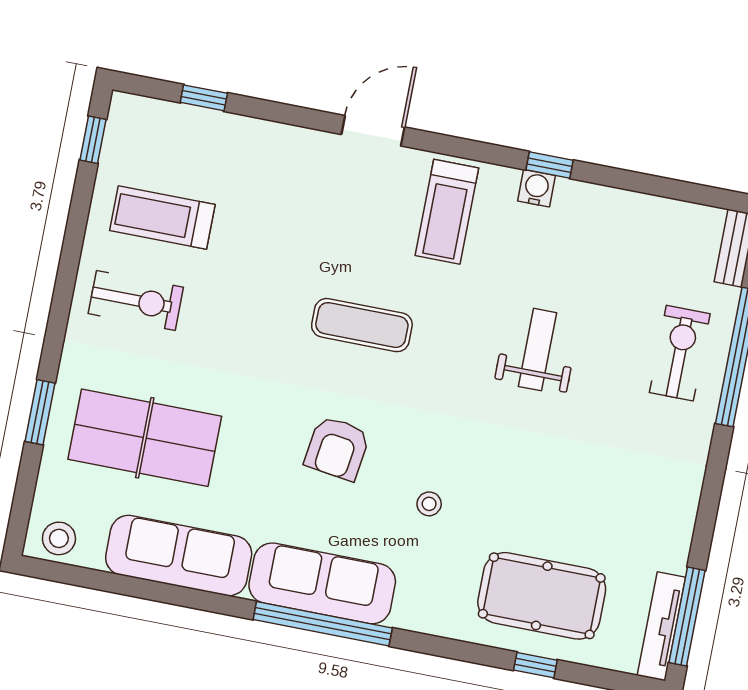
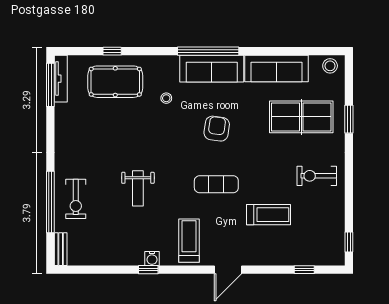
treadmill: (162, 217) -> (268, 215), moved
stool: (429, 504) -> (166, 98), moved

